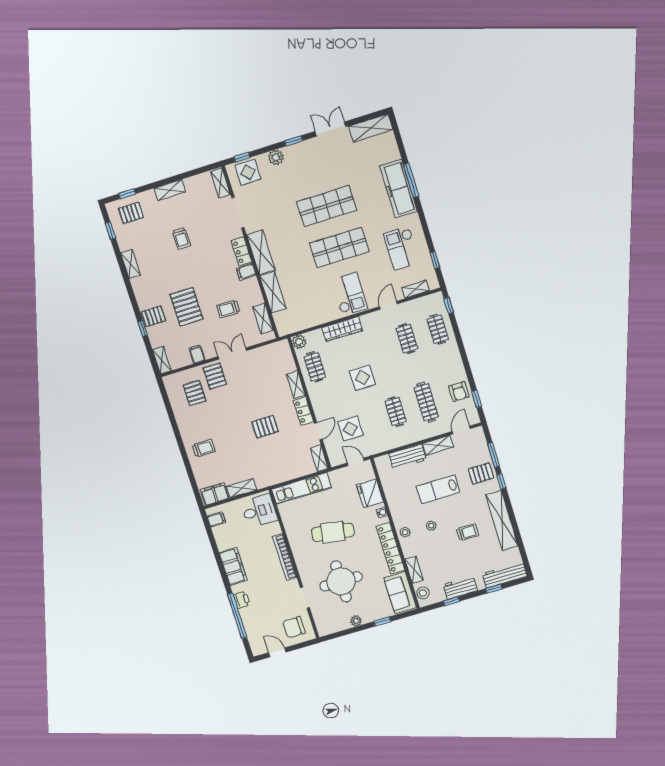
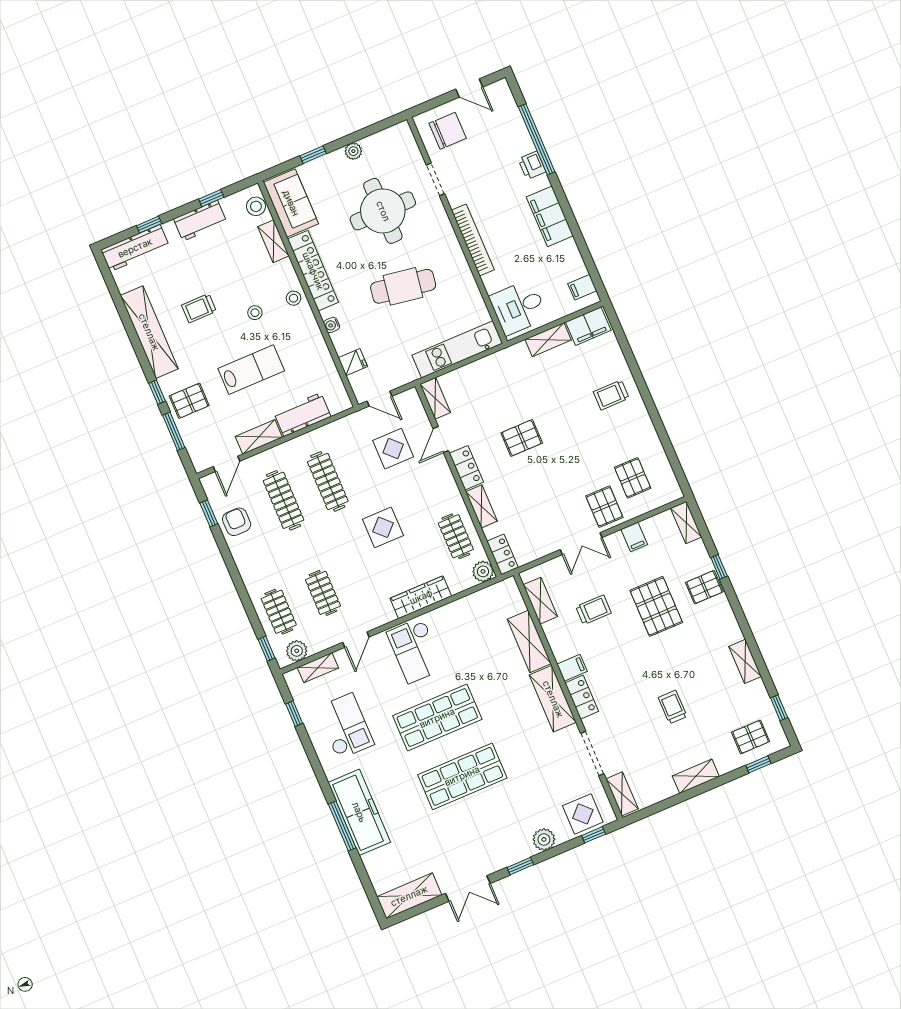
plant: (429, 302) -> (297, 651), added
locker: (285, 352) -> (503, 554), added
clothes rail: (396, 412) -> (328, 481), width x1.36
fridge: (370, 493) -> (353, 362), width x0.53, depth x0.75

